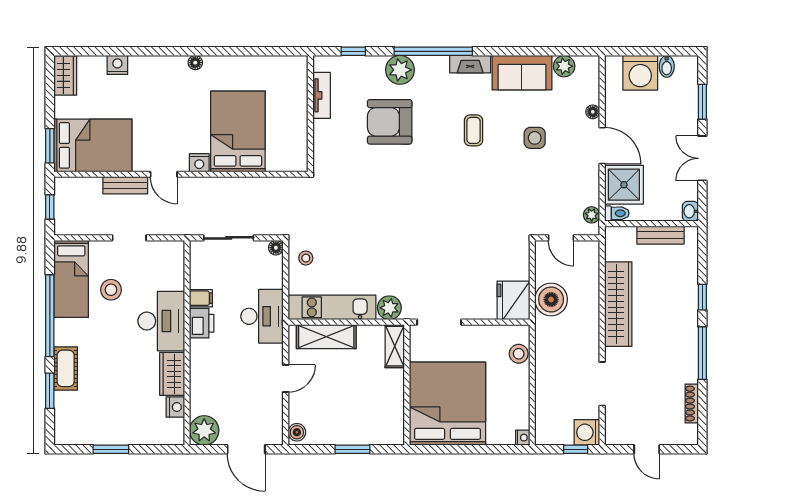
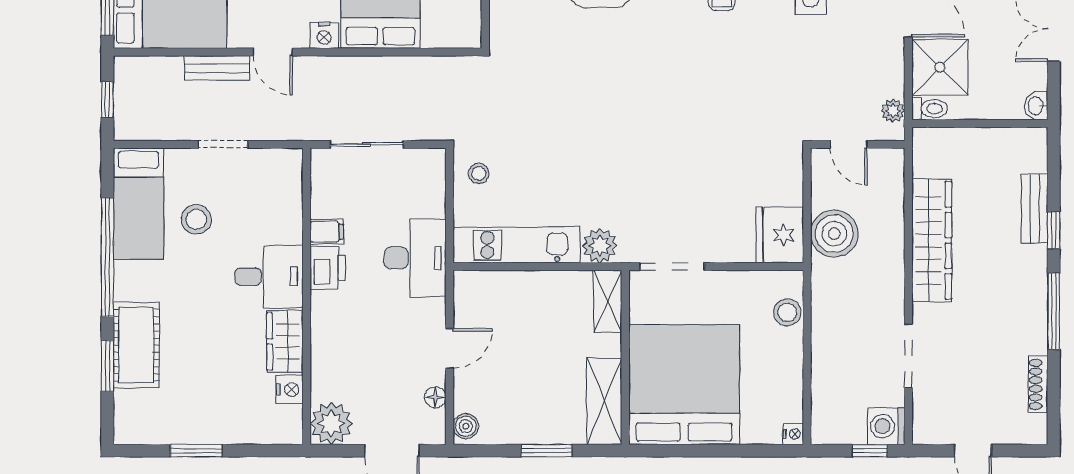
bench: (660, 235) -> (1035, 209), moved, turned 90
floor lamp: (276, 248) -> (435, 397), moved
desk: (161, 321) -> (269, 277), width x0.73
shelving: (326, 337) -> (604, 401), moved, turned 90
cot: (66, 368) -> (136, 345), width x1.37, depth x1.34

